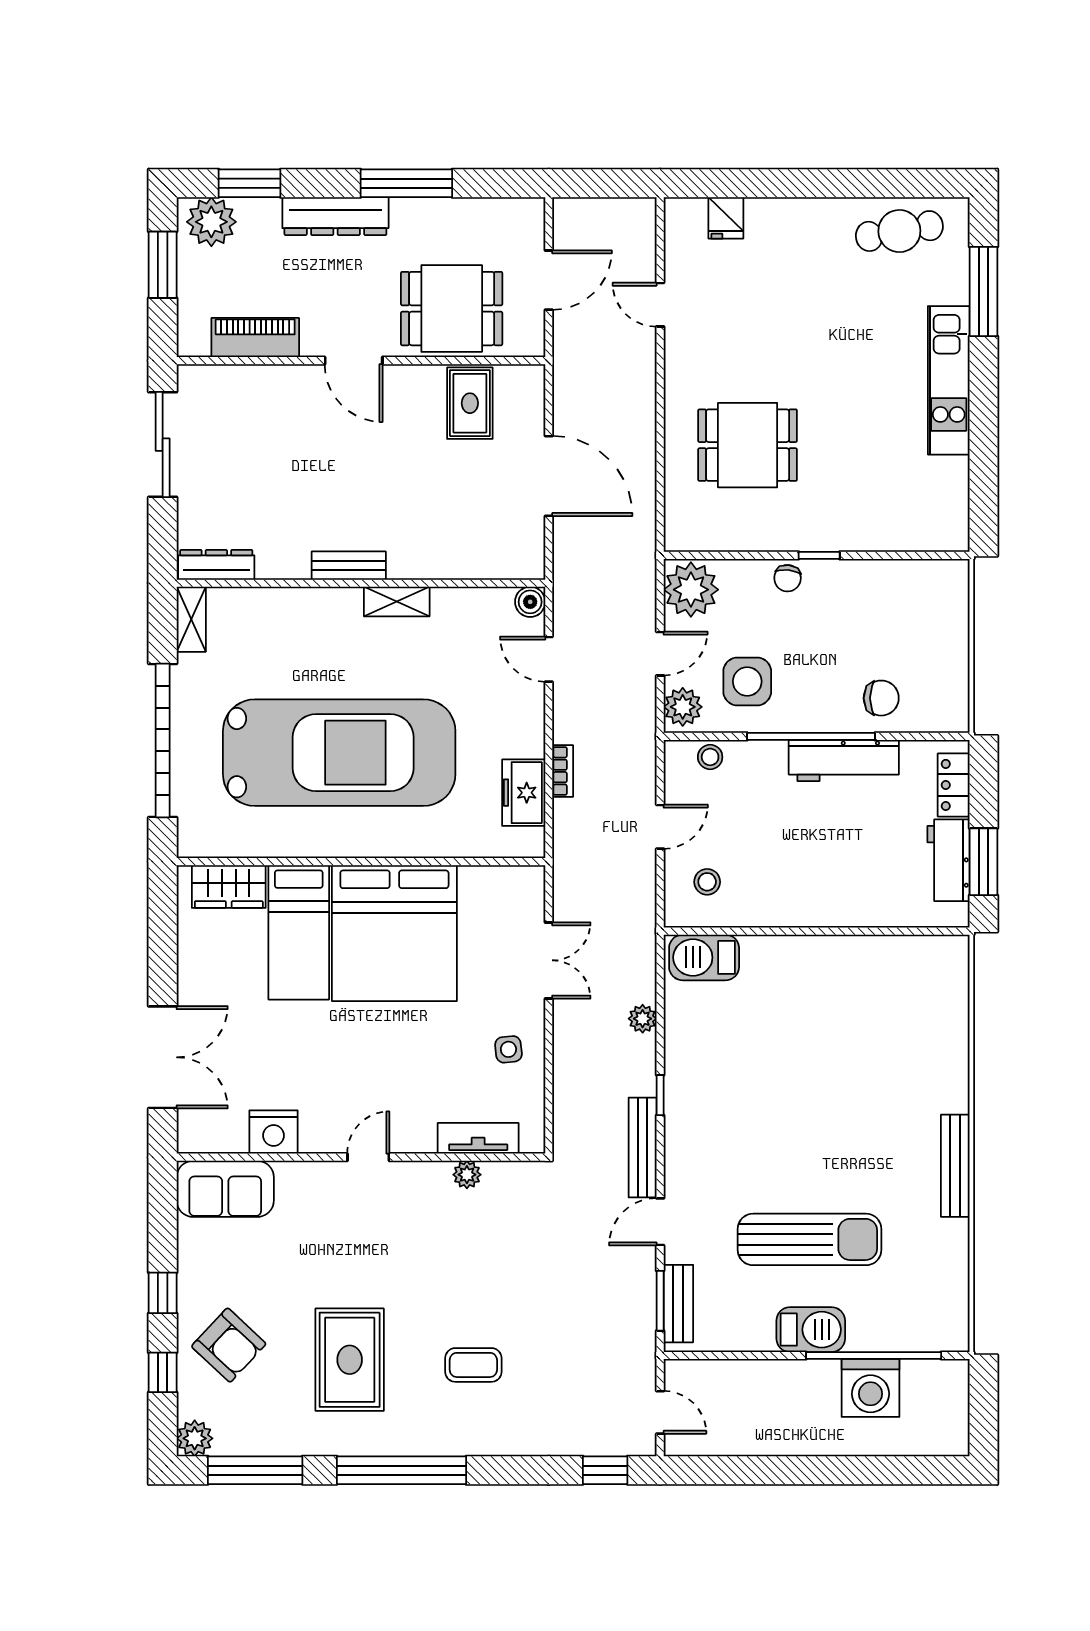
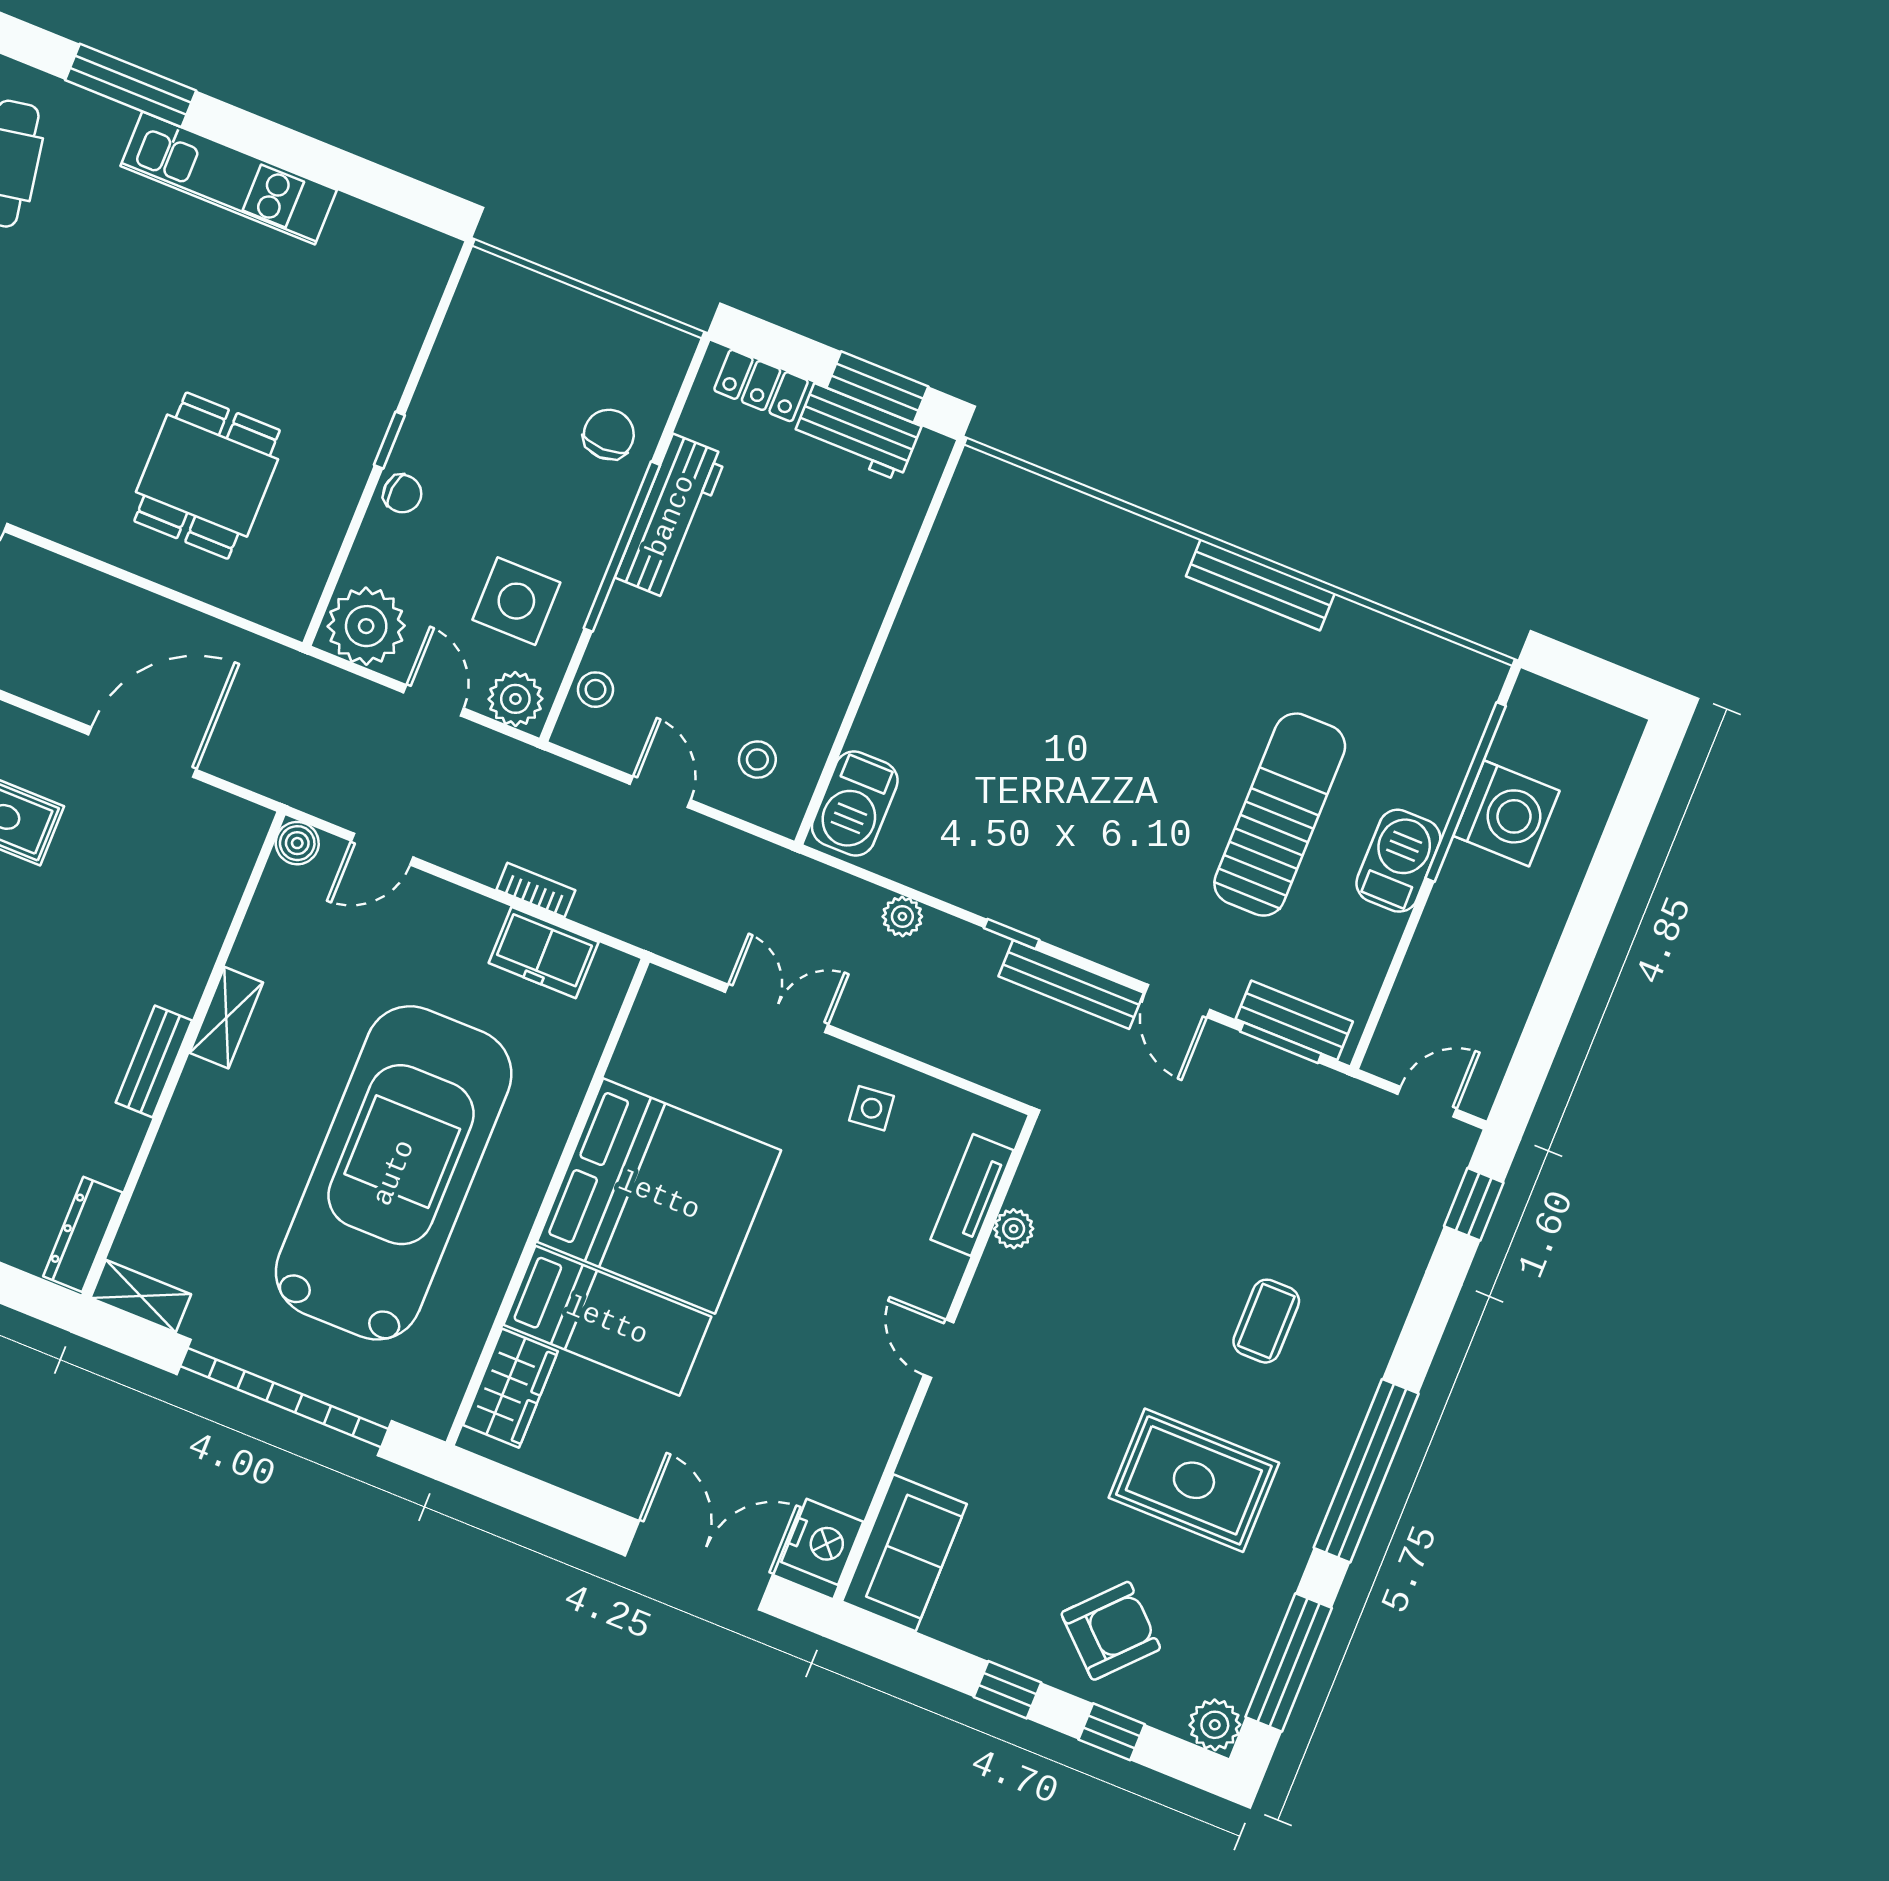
nightstand: (274, 1132) -> (822, 1542), moved

